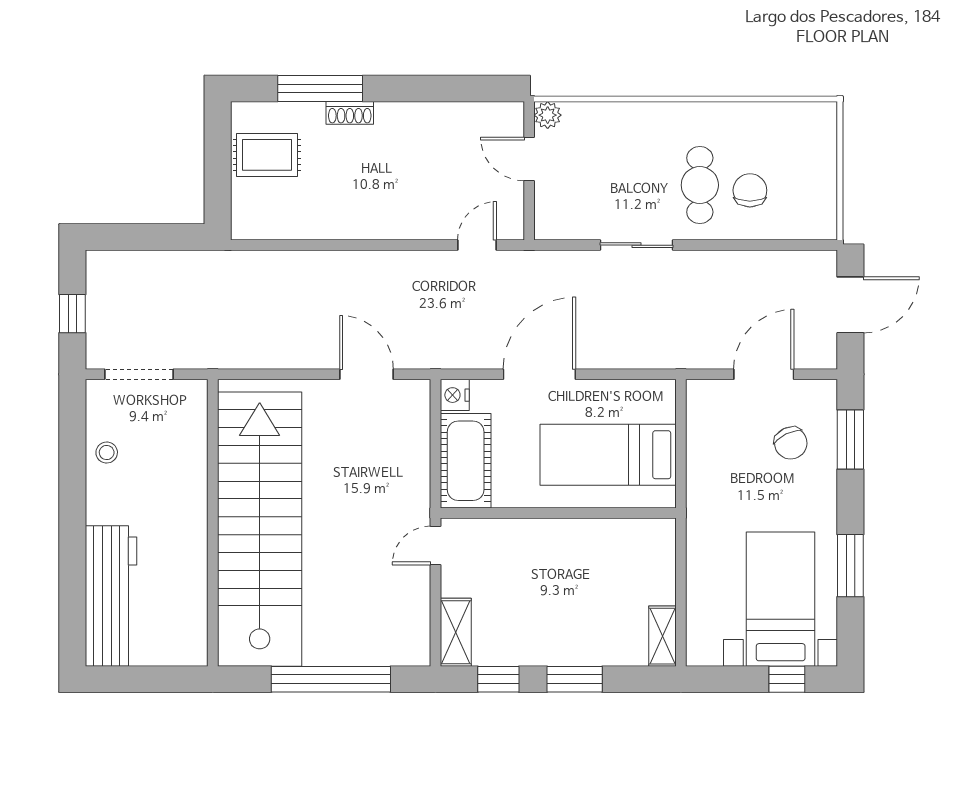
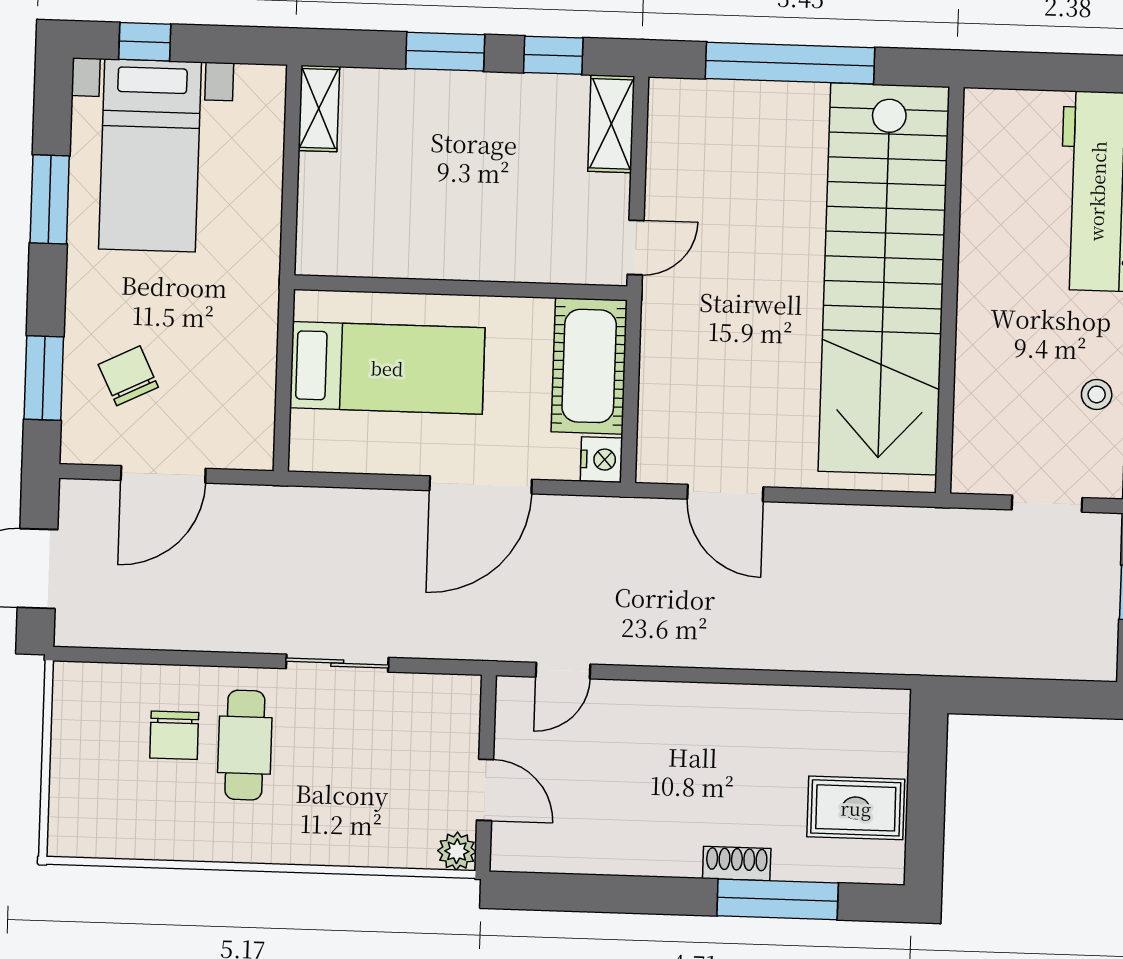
doorway: (139, 374) -> (1047, 504), width x0.73

